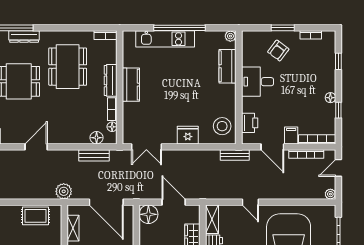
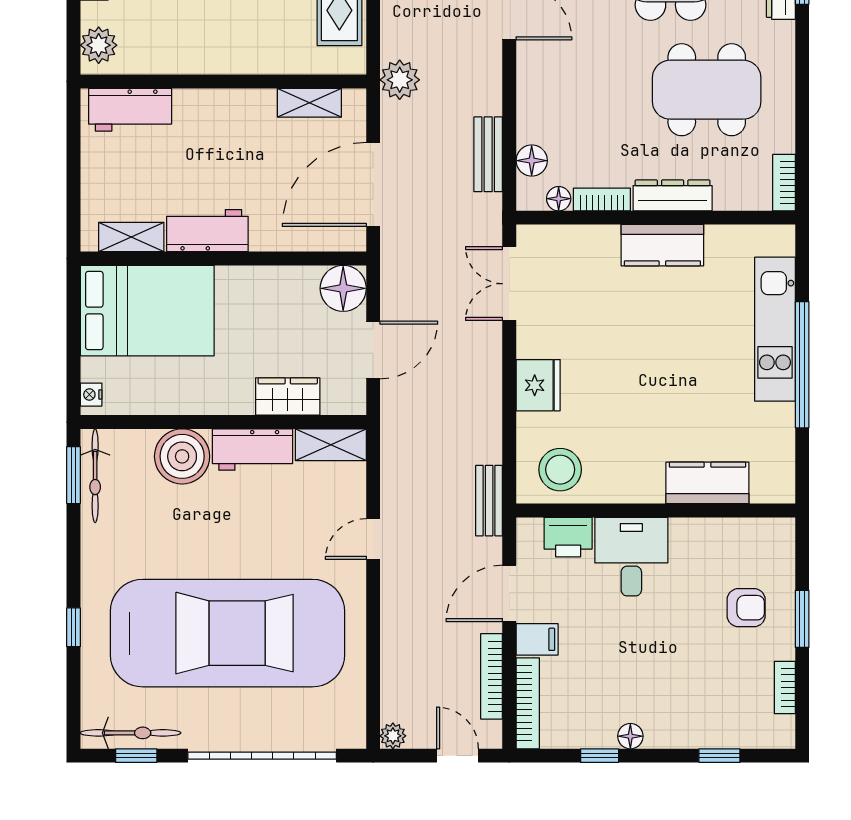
plant: (230, 36) -> (782, 490), removed
armchair: (278, 51) -> (746, 608), turned 143
desk: (258, 82) -> (631, 557), moved

